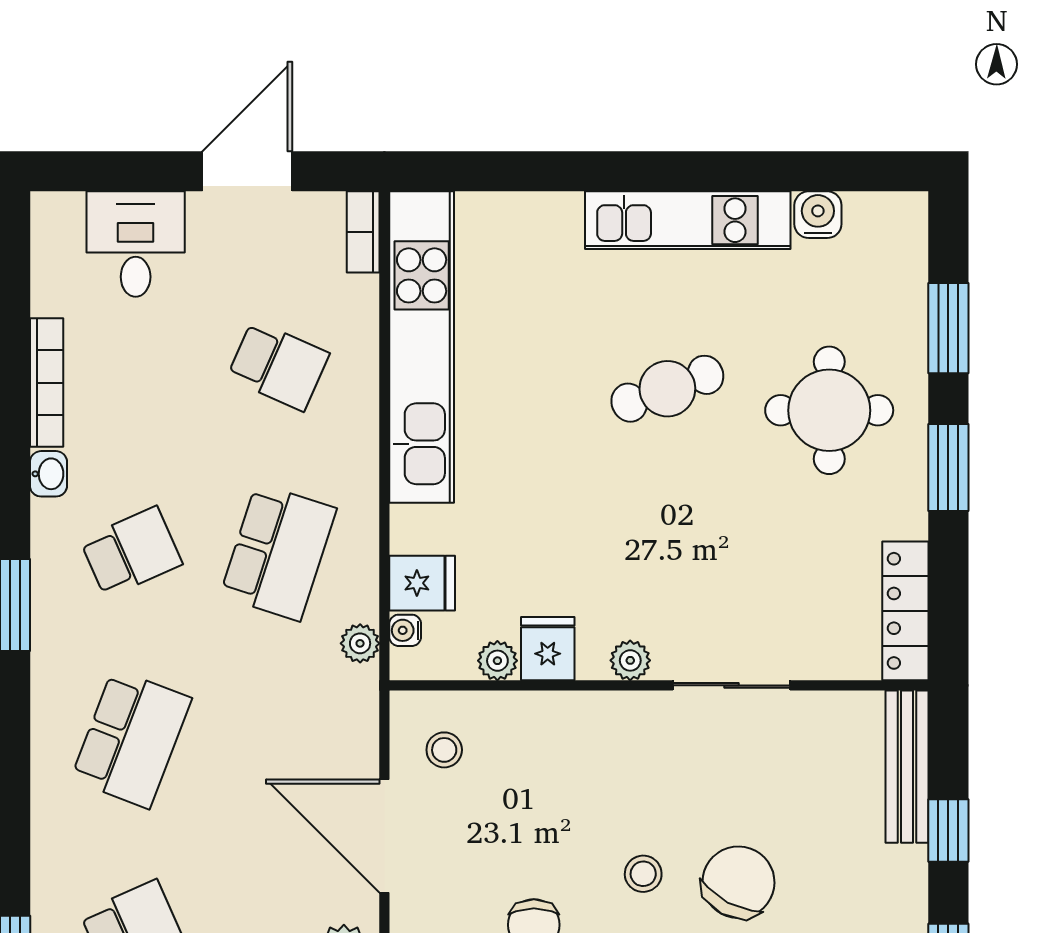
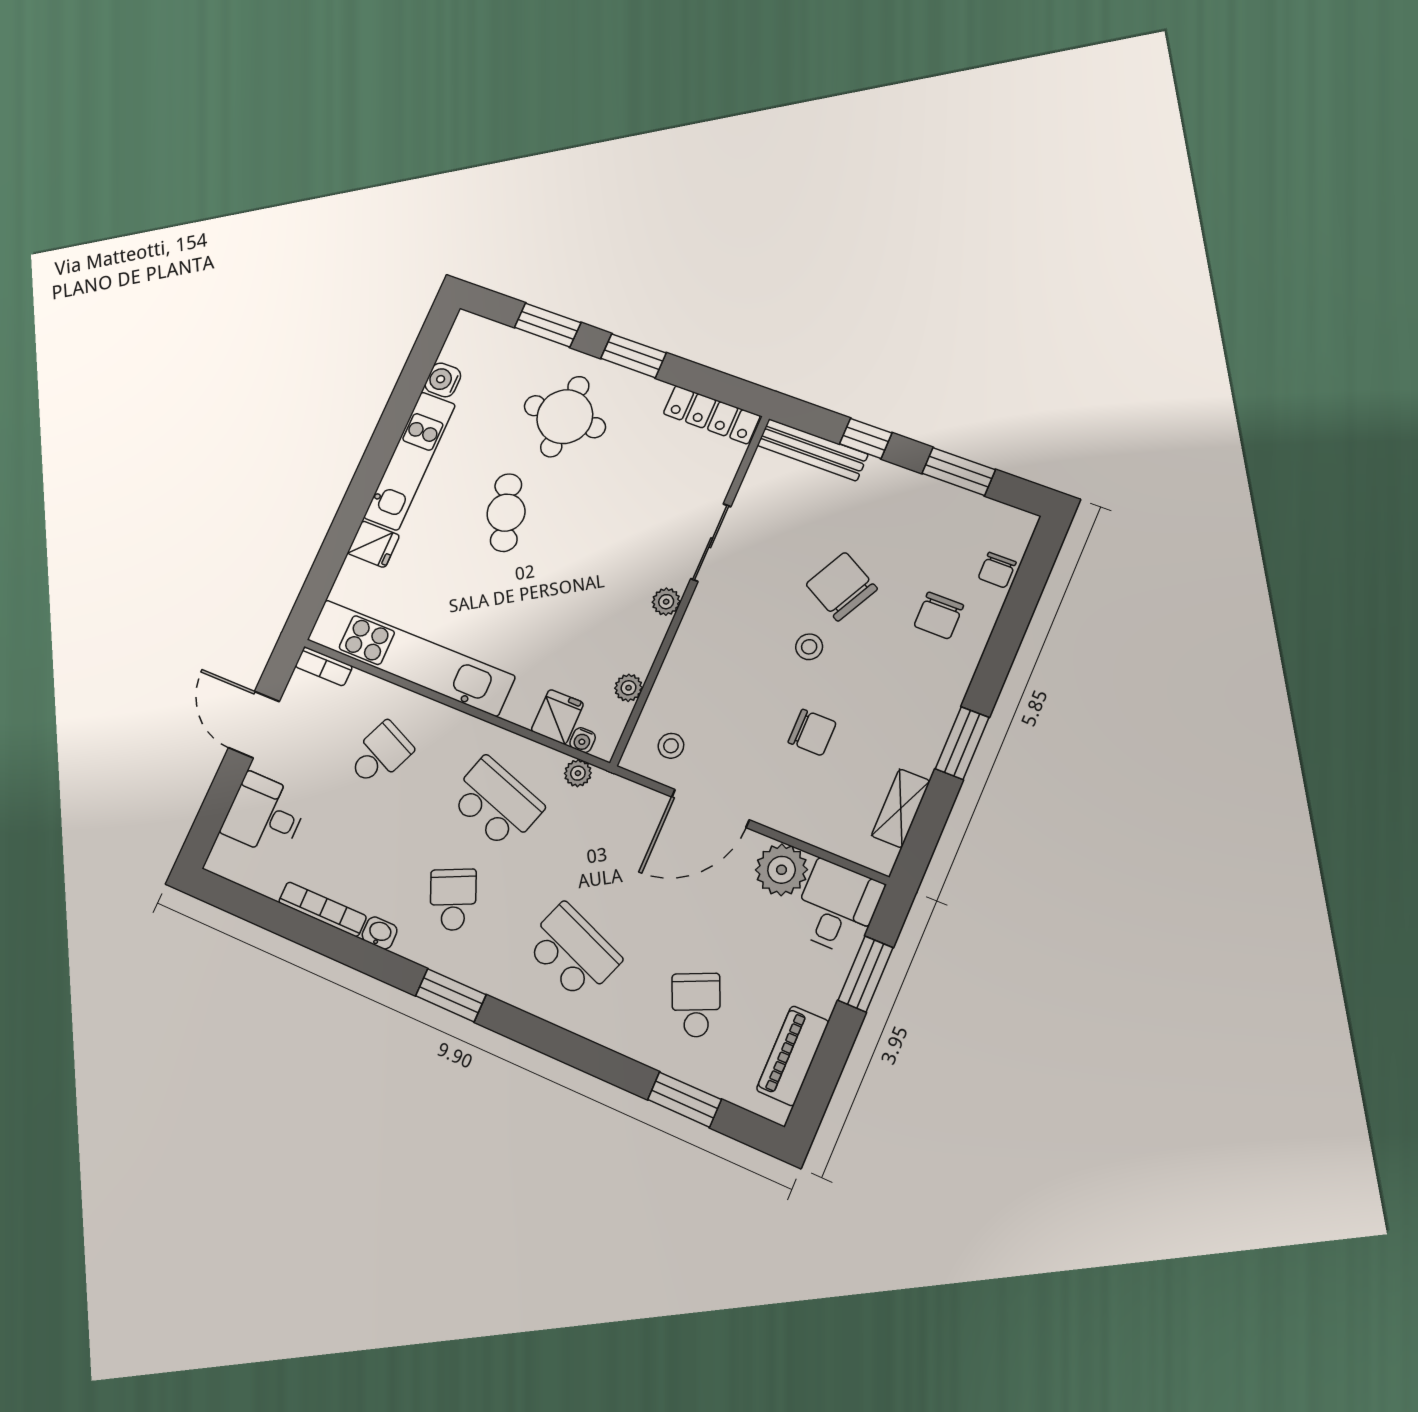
fridge: (548, 649) -> (373, 544), moved, turned 180

